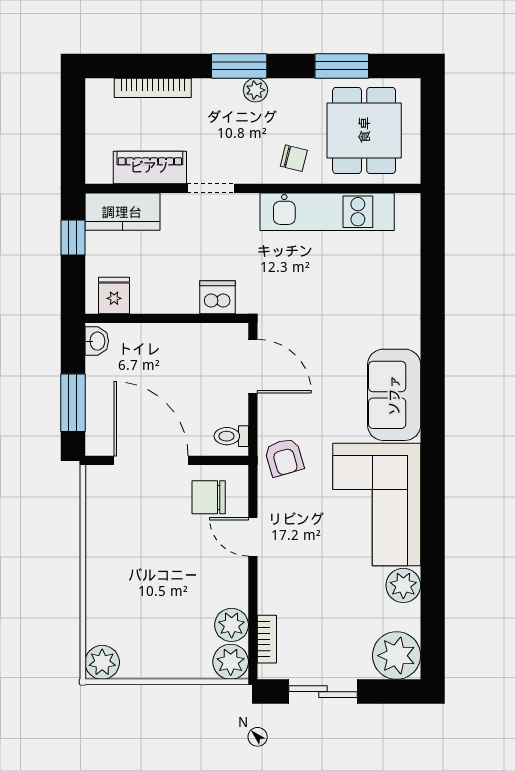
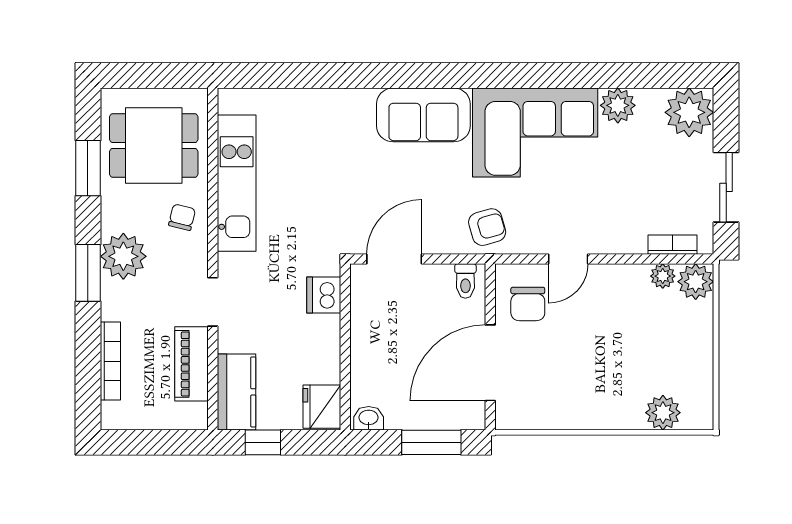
plant: (255, 90) -> (123, 256), width x1.88, depth x1.88
fridge: (114, 295) -> (322, 407), width x1.38
plant: (232, 625) -> (663, 276), width x0.73, depth x0.73
plant: (102, 662) -> (663, 413), moved

